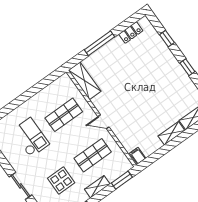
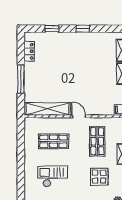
shelving: (85, 81) -> (47, 109), width x1.47
shop shelf: (64, 115) -> (54, 141), turned 90
door: (104, 122) -> (79, 116), swing flipped

